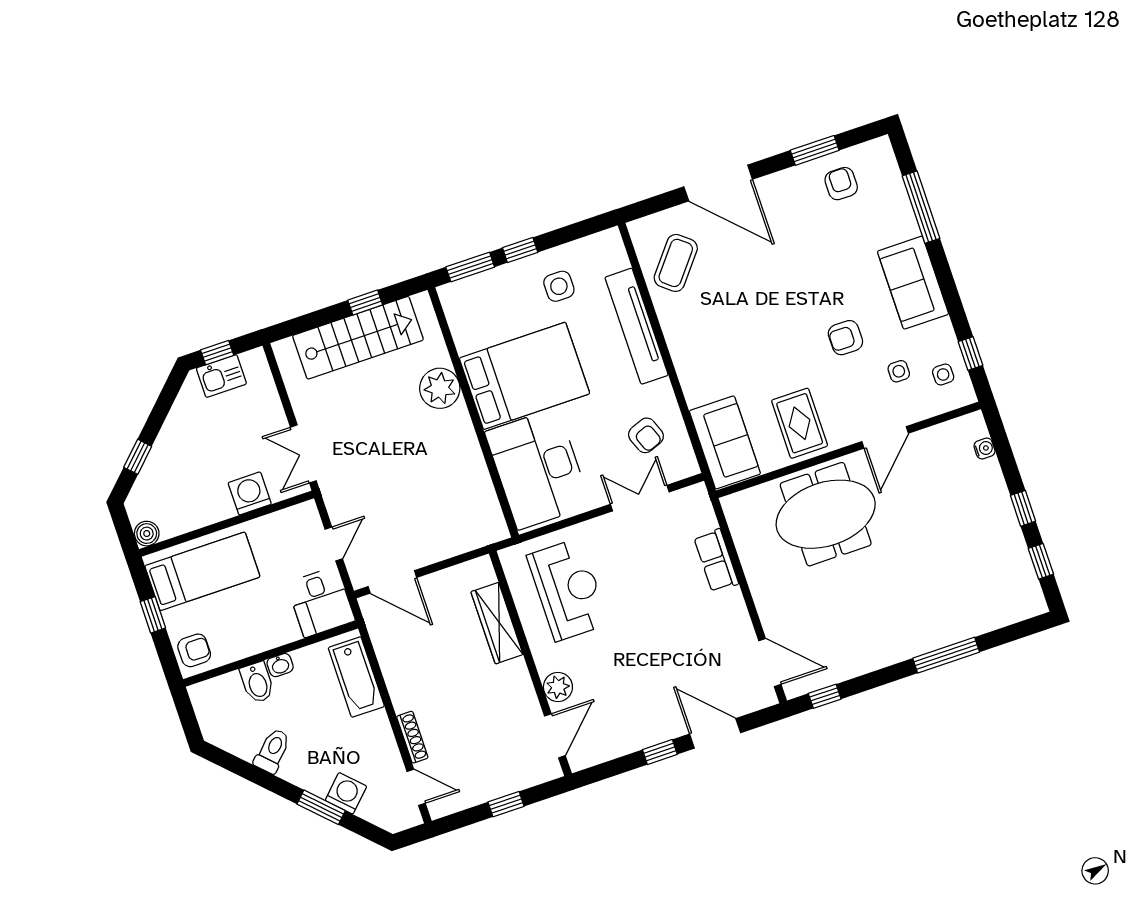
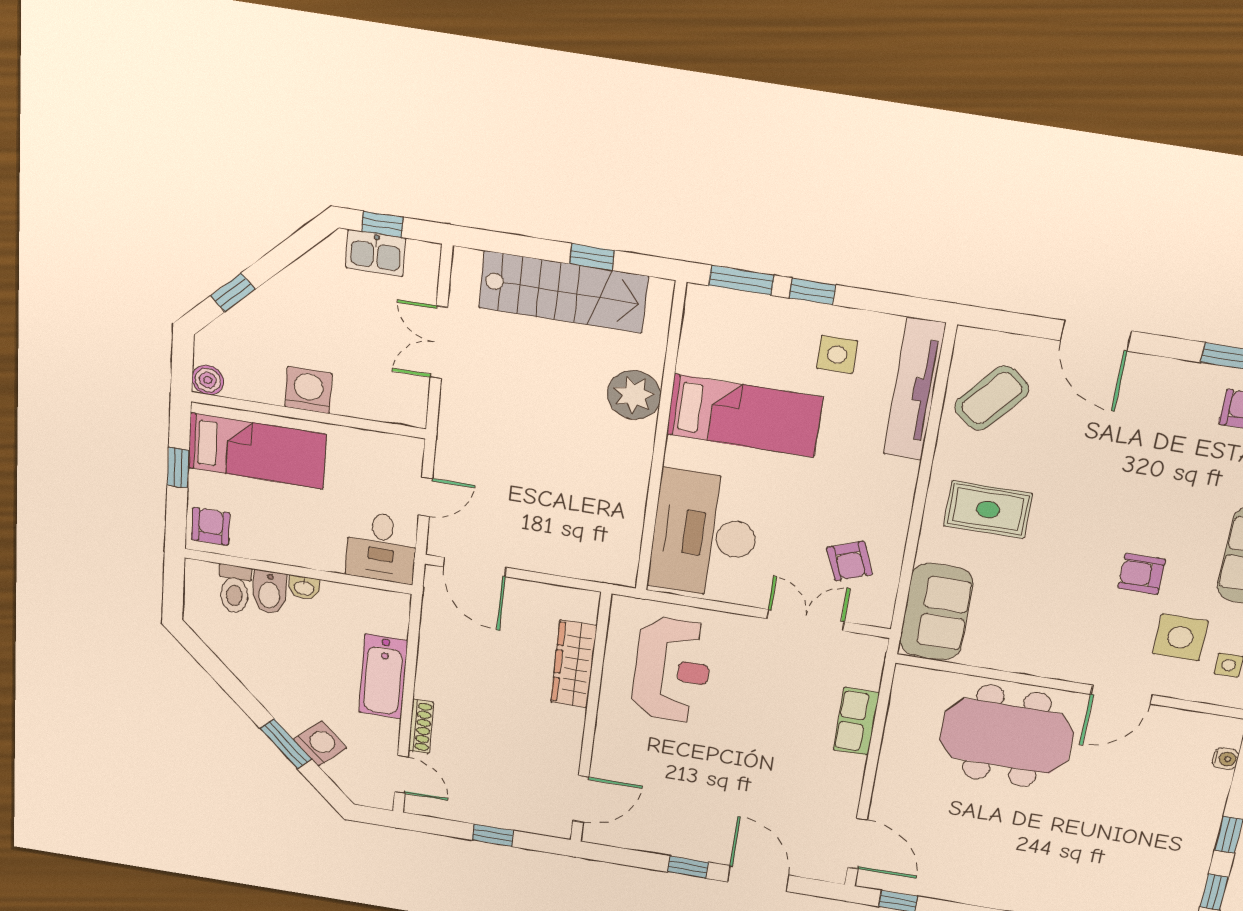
door: (718, 183) -> (1096, 336), width x0.73
tv unit: (637, 326) -> (915, 389), moved
side table: (899, 371) -> (1180, 637), width x1.87, depth x1.87
bed: (524, 376) -> (744, 416), width x0.67
rug: (800, 423) -> (988, 510), moved, turned 90
double door: (303, 454) -> (439, 342), moved
washing machine: (250, 493) -> (308, 390), moved
armchair: (194, 650) -> (211, 526), turned -90
bathtub: (356, 677) -> (383, 677), moved
plant: (558, 687) -> (609, 756), removed
toilet: (272, 751) -> (235, 589), moved, turned 135

